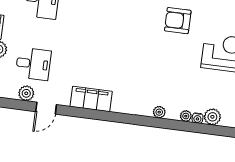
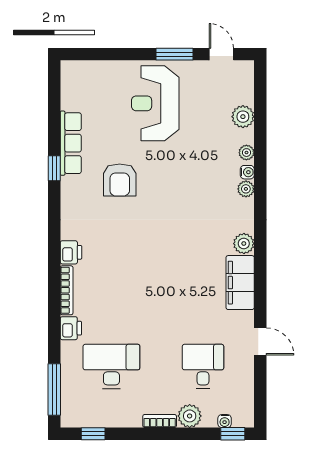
plant: (26, 93) -> (244, 244), moved
water cooler: (198, 118) -> (247, 172), moved

